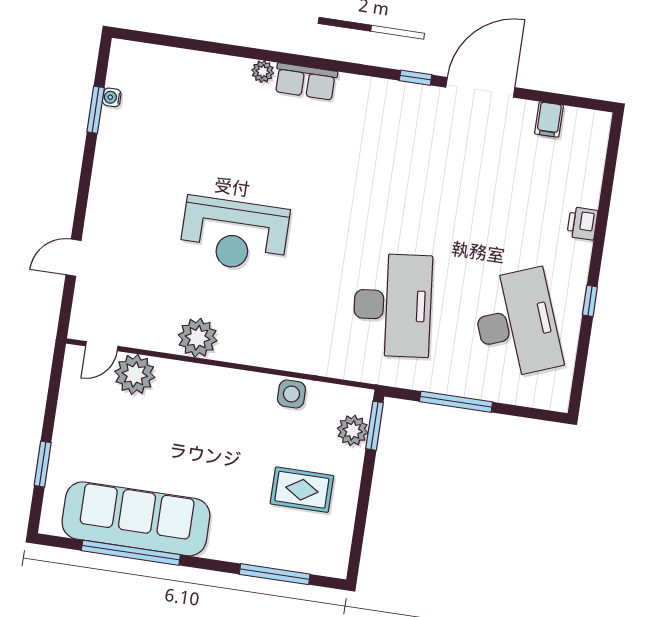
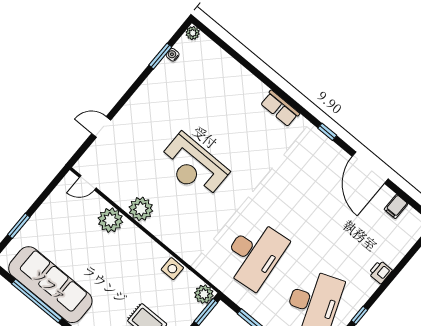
plant: (263, 72) -> (193, 33), moved
window: (416, 78) -> (327, 132), moved
door: (480, 87) -> (370, 168), swing flipped
plant: (135, 374) -> (110, 220), moved
plant: (353, 430) -> (204, 294), moved

